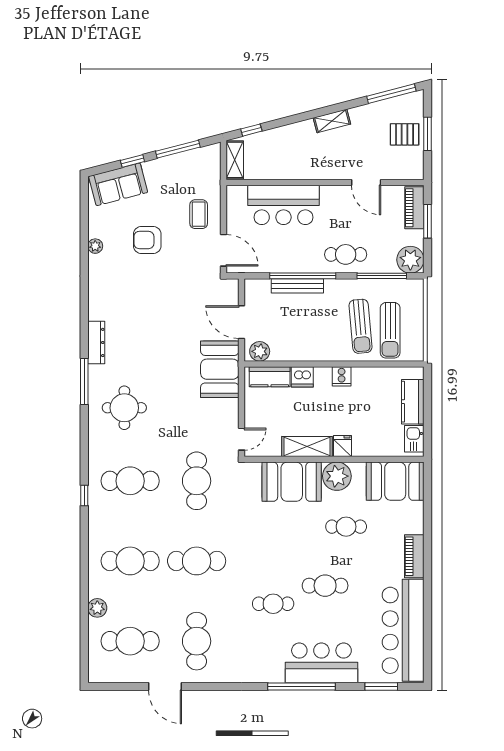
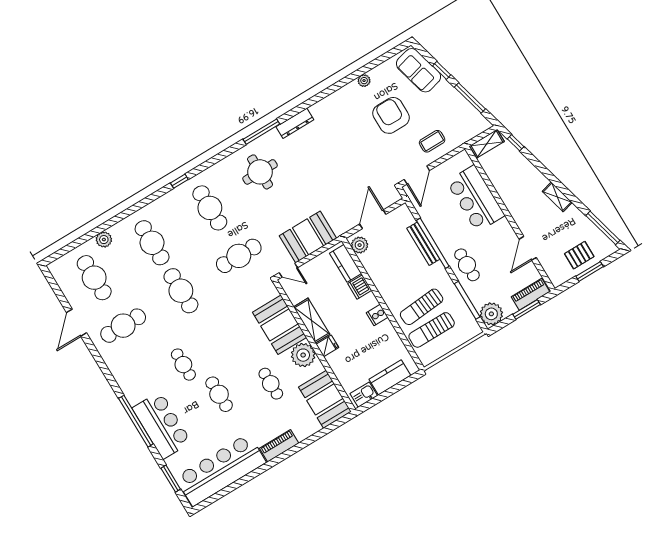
pallet: (405, 134) -> (579, 255), turned 90
armchair: (147, 240) -> (391, 115), width x1.36, depth x1.36
booth: (220, 369) -> (308, 237), moved

